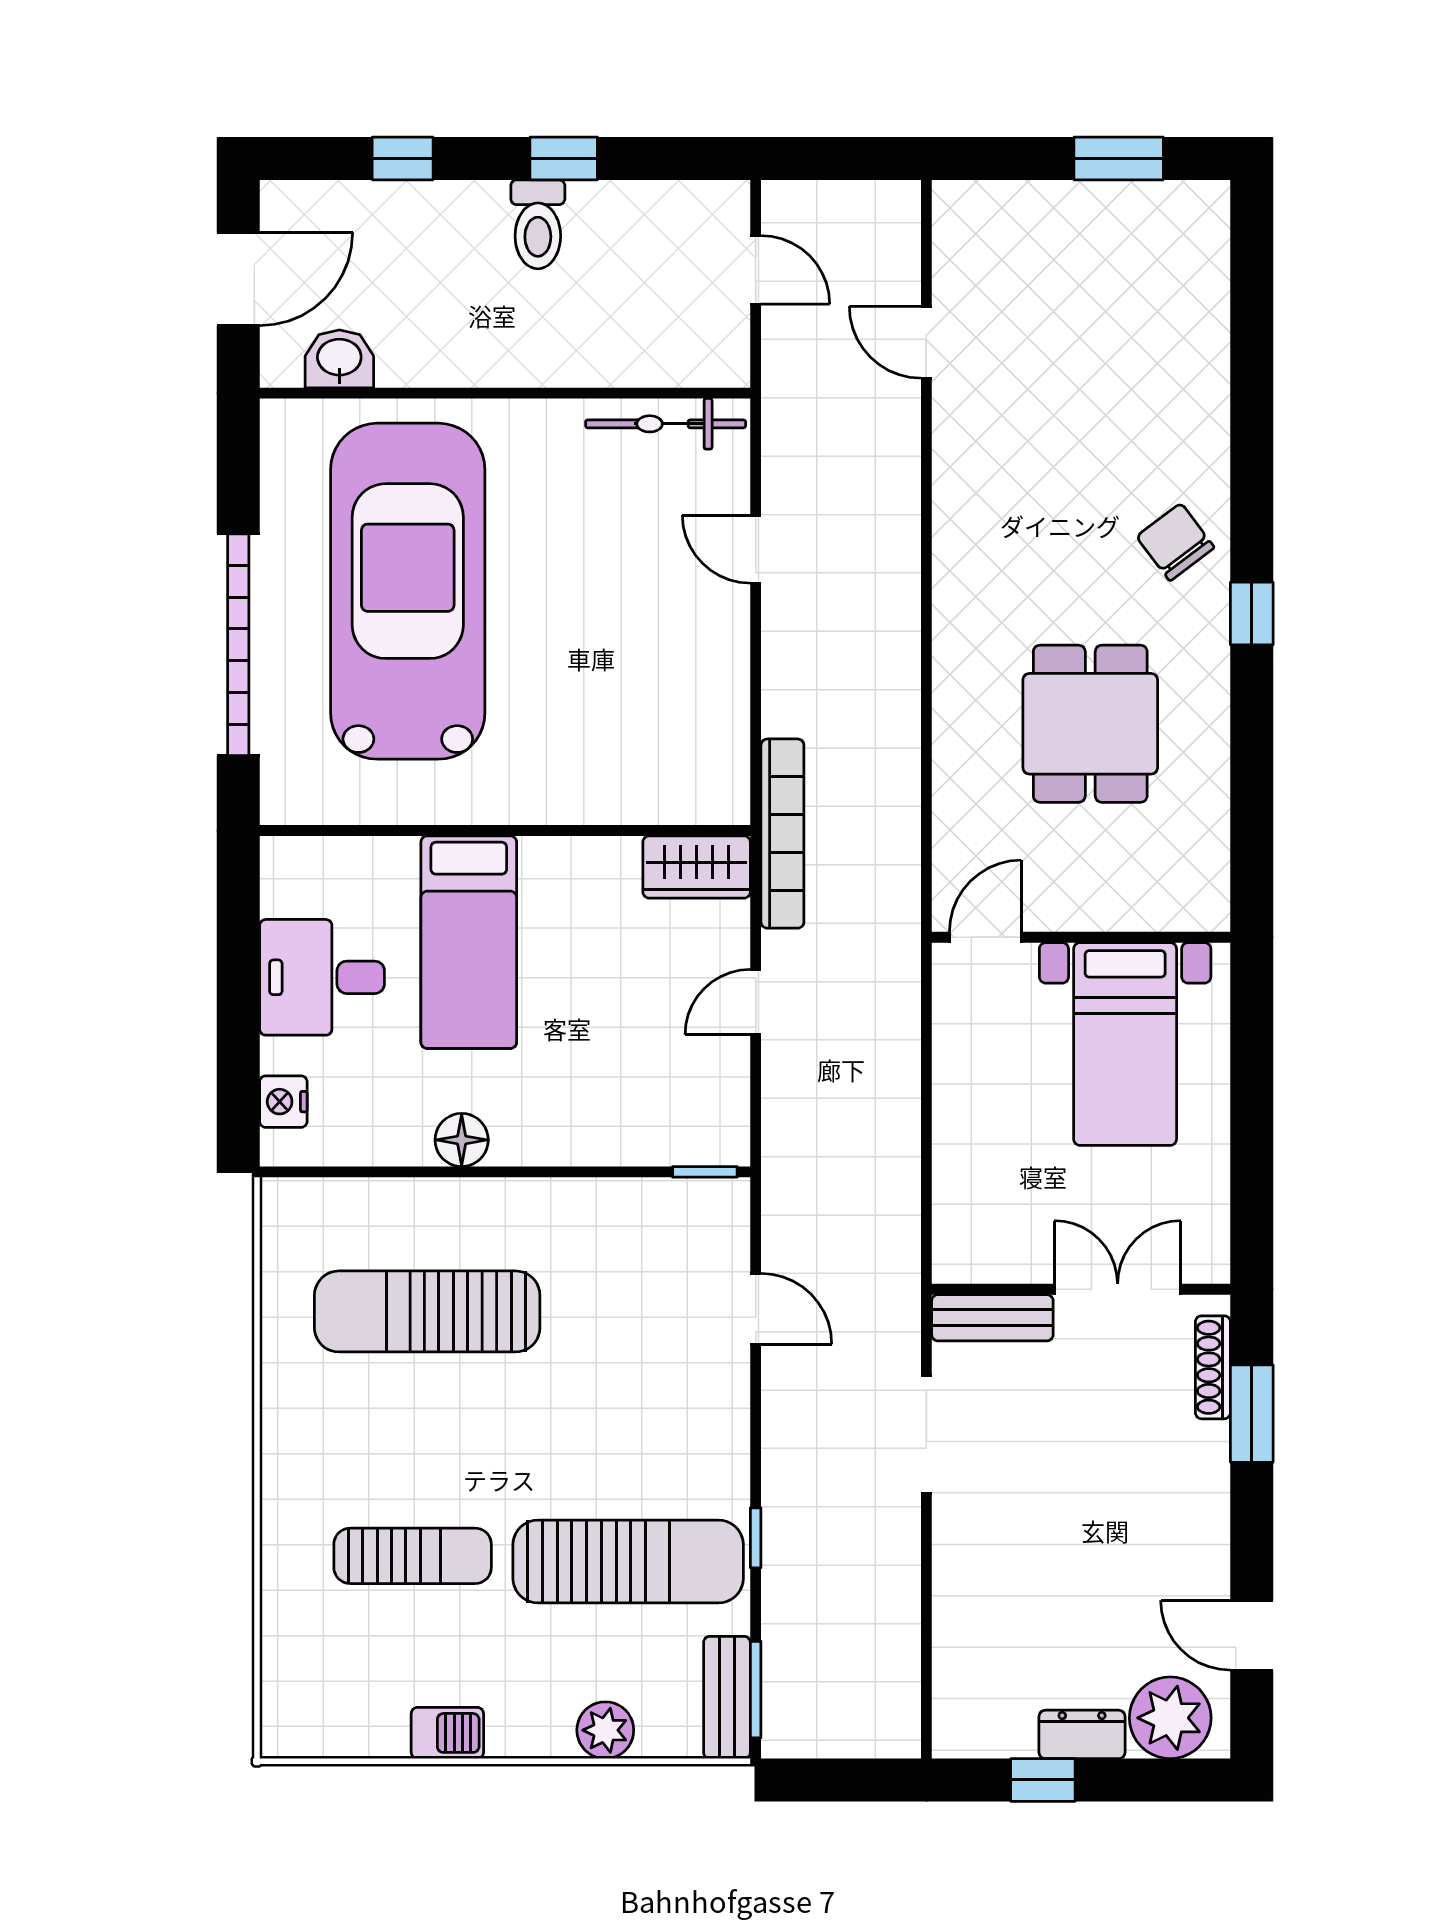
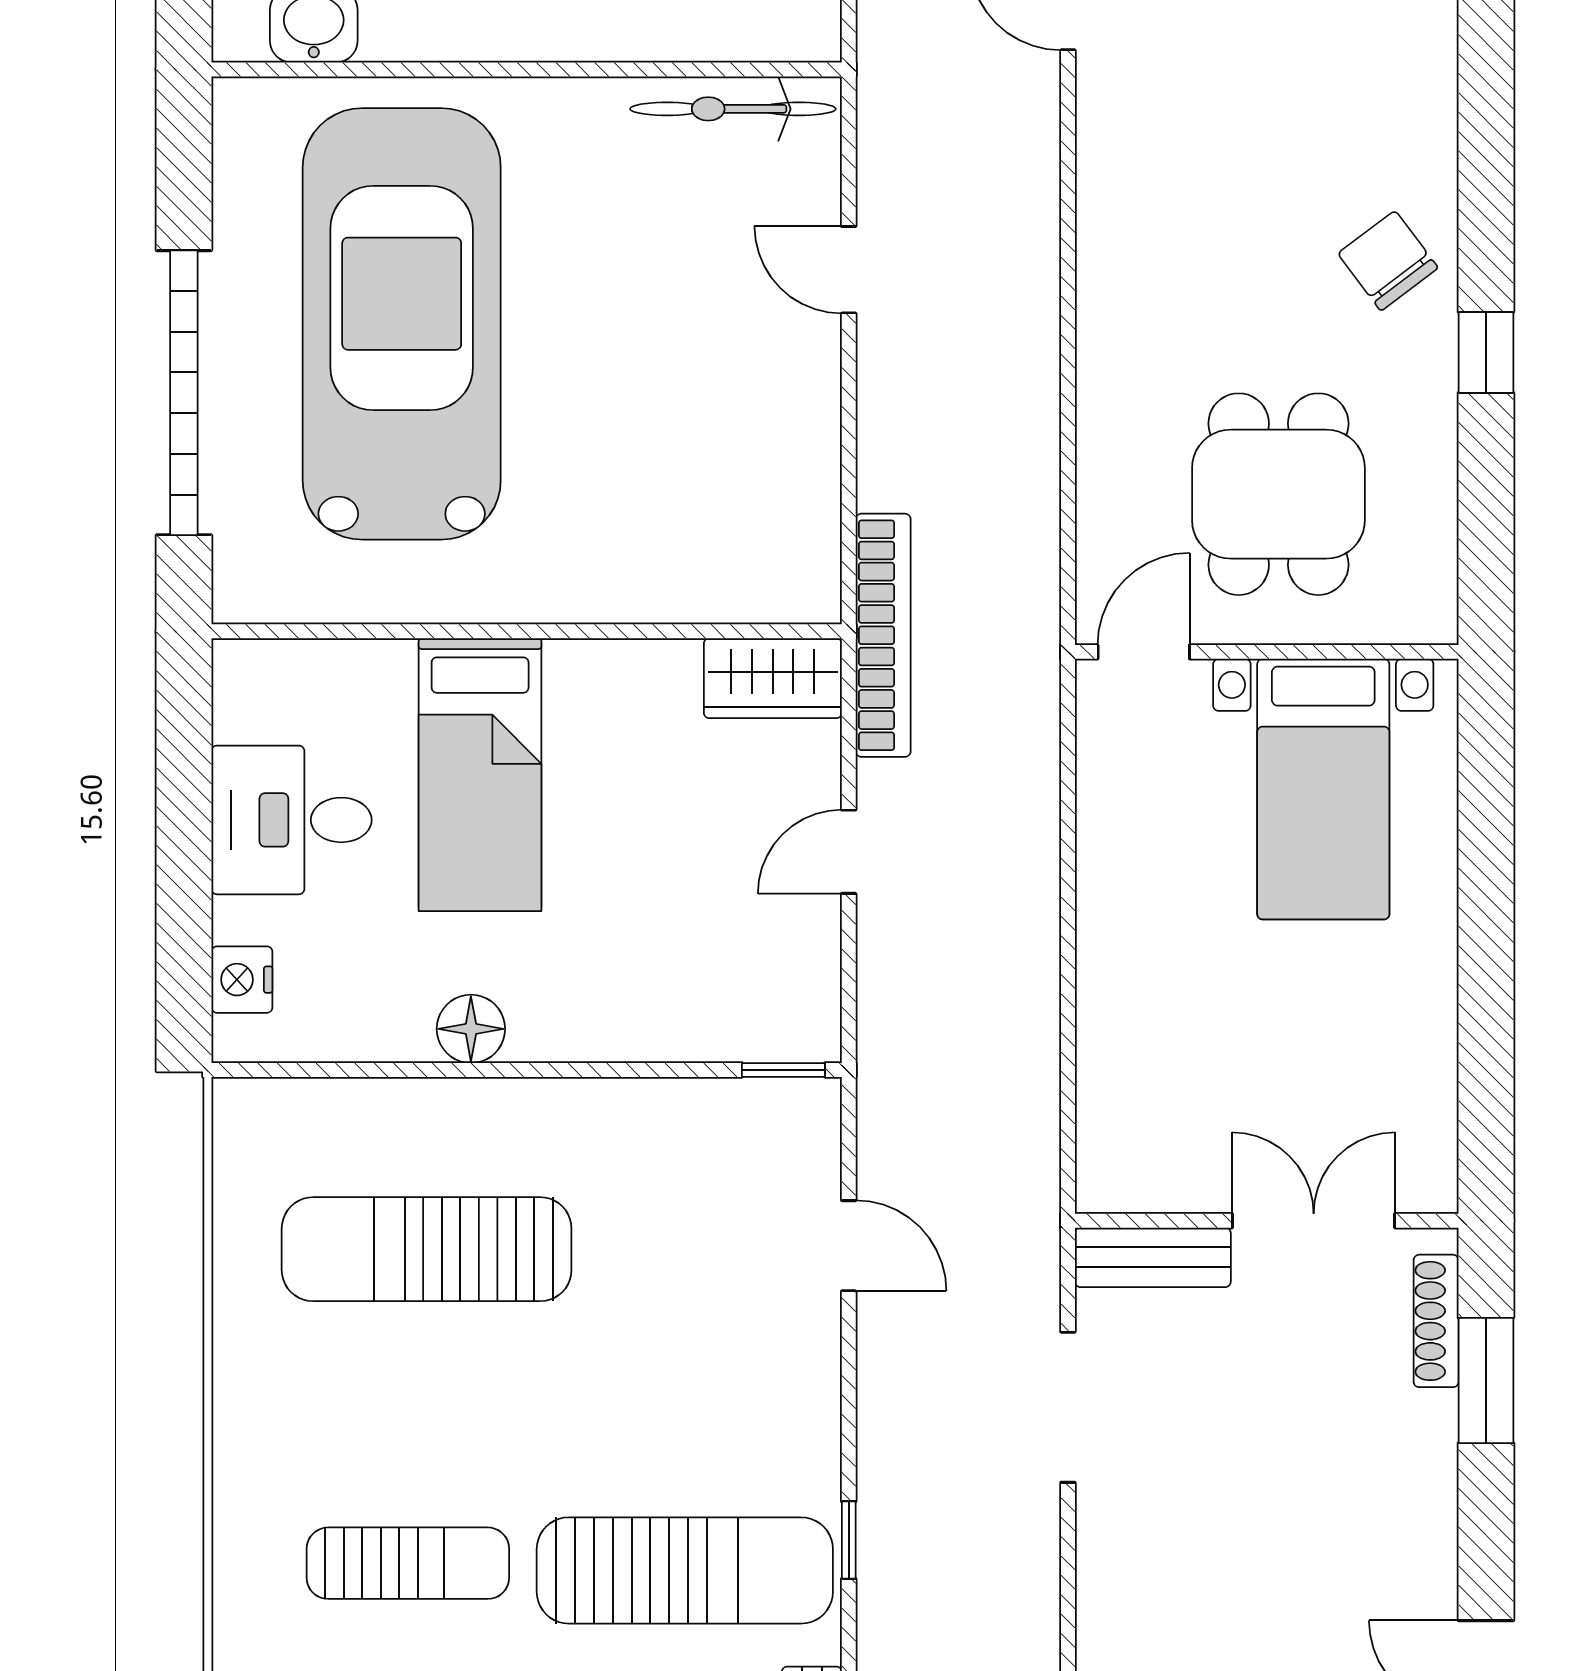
door: (985, 937) -> (1144, 652), moved
wall: (1081, 937) -> (1267, 652), moved
bed with nightstands: (1125, 1044) -> (1323, 789), moved

